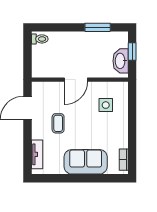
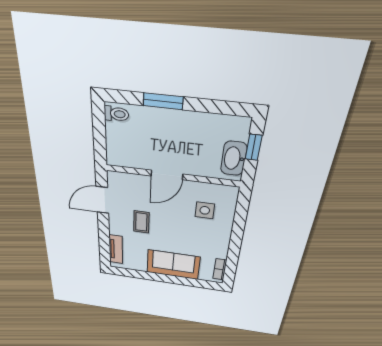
window: (98, 27) -> (163, 101), moved

